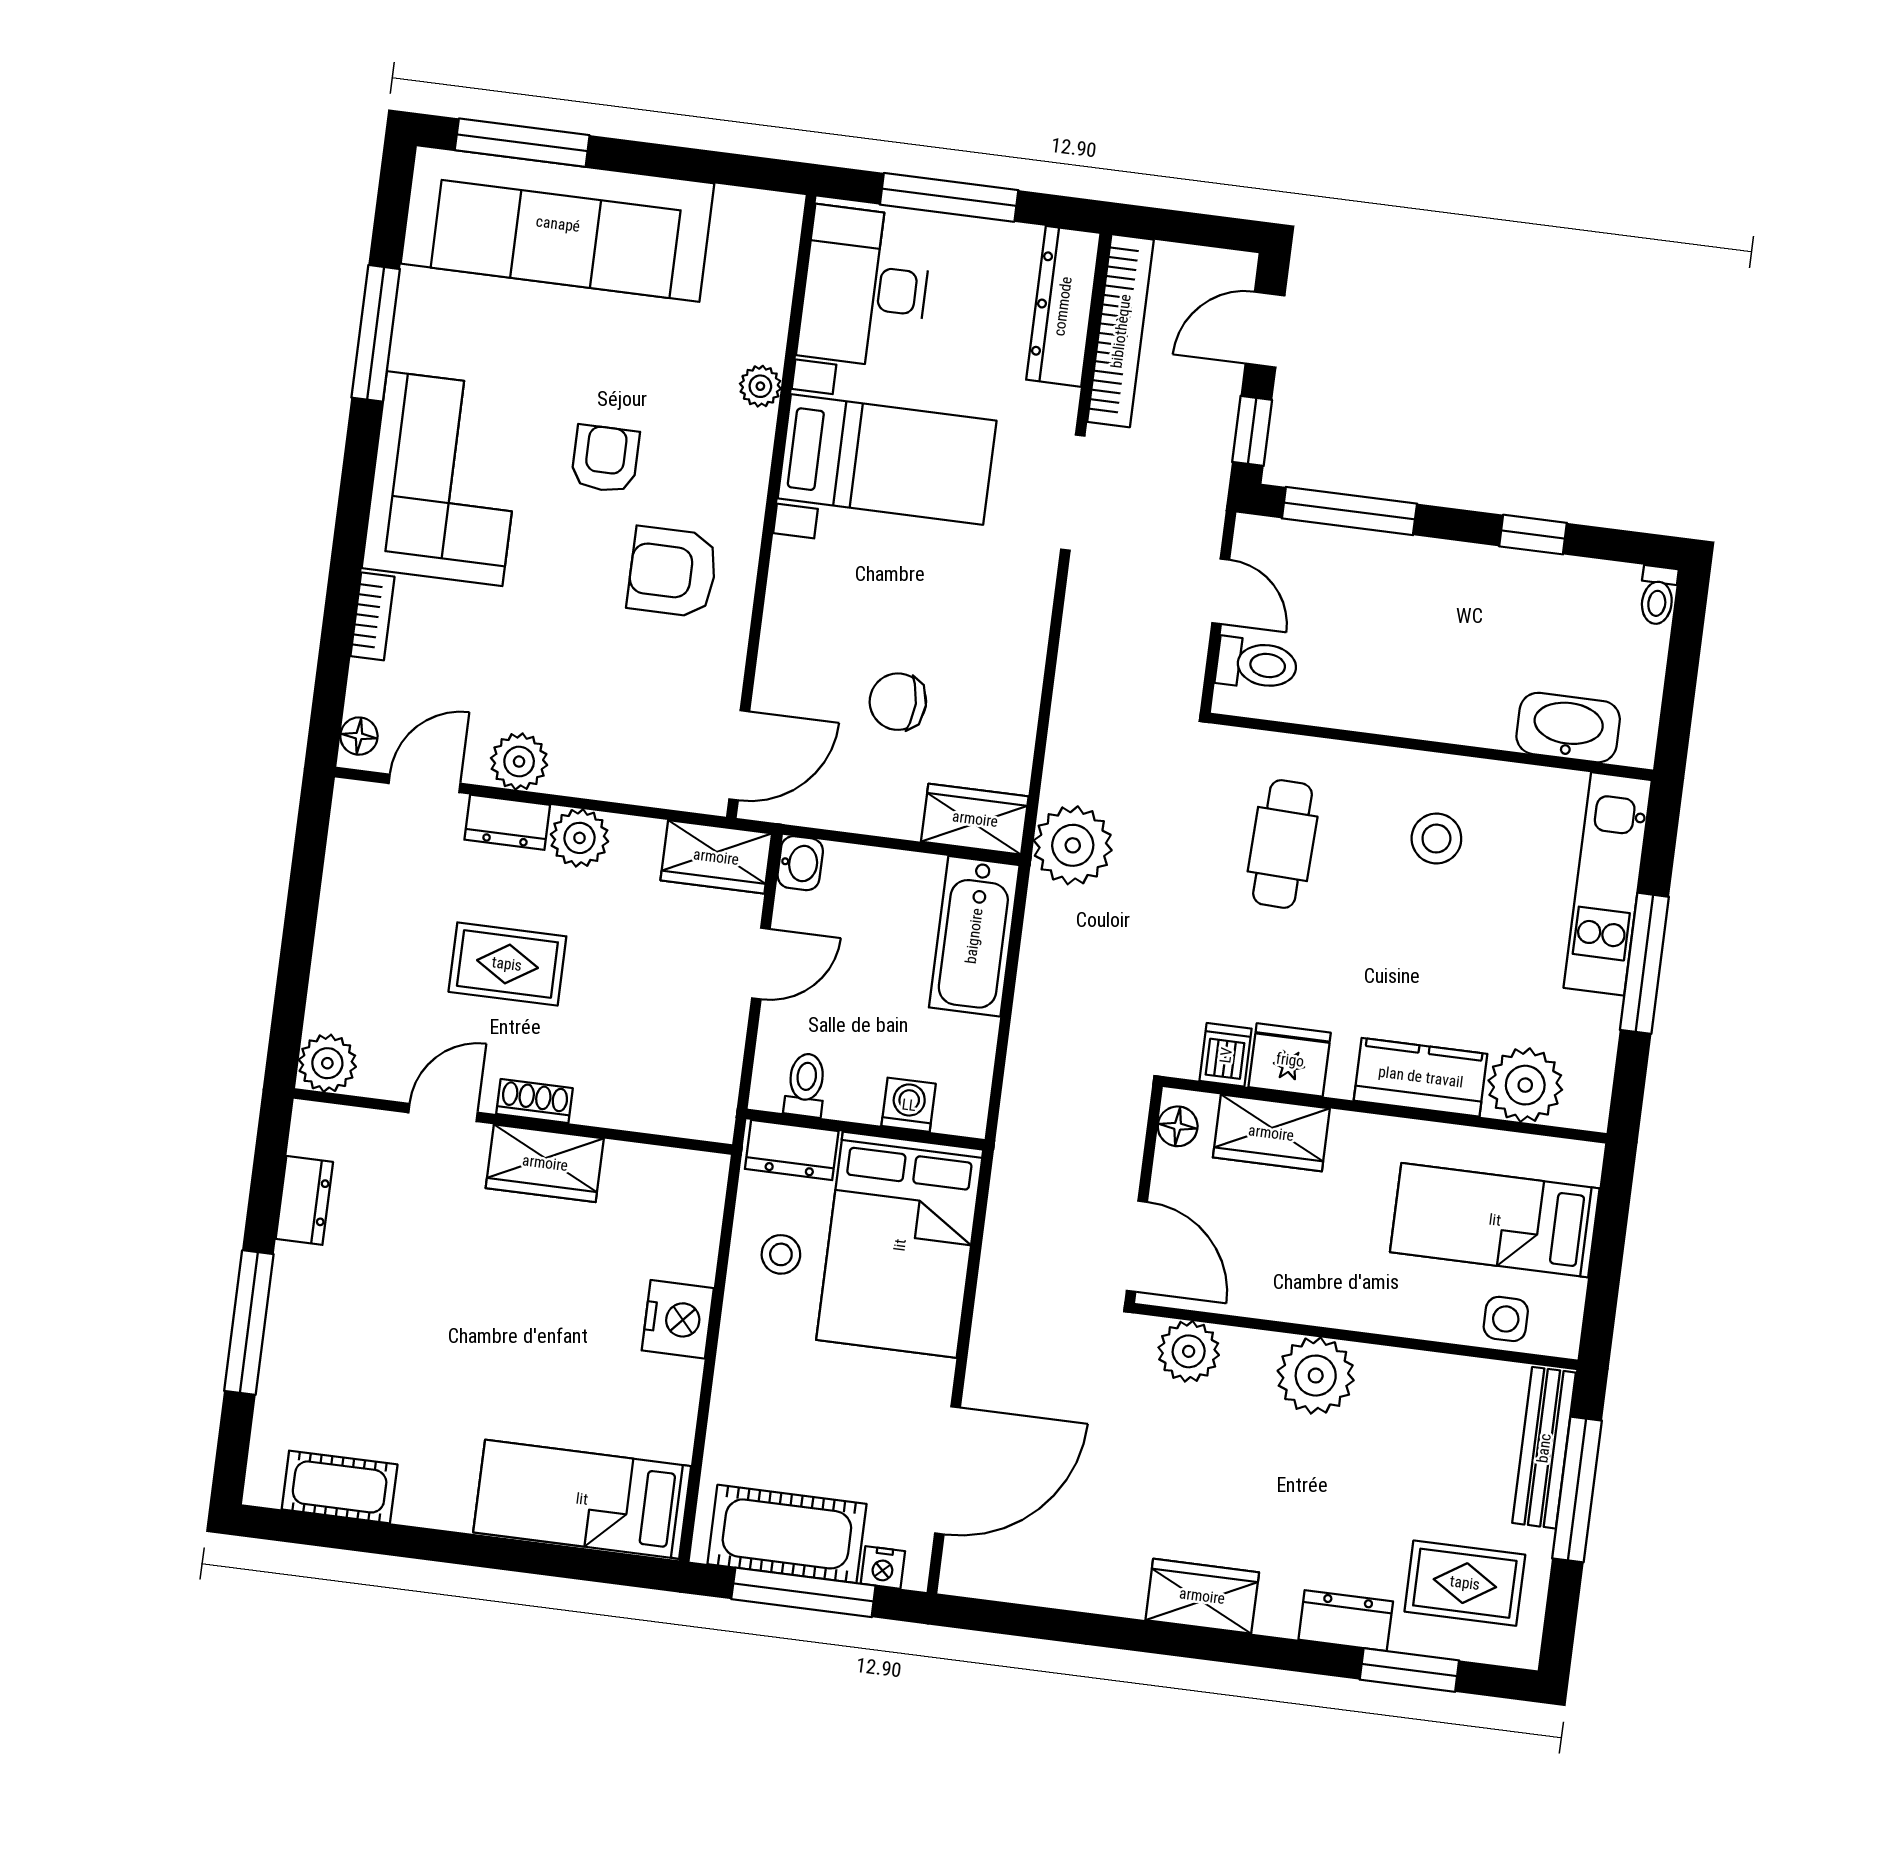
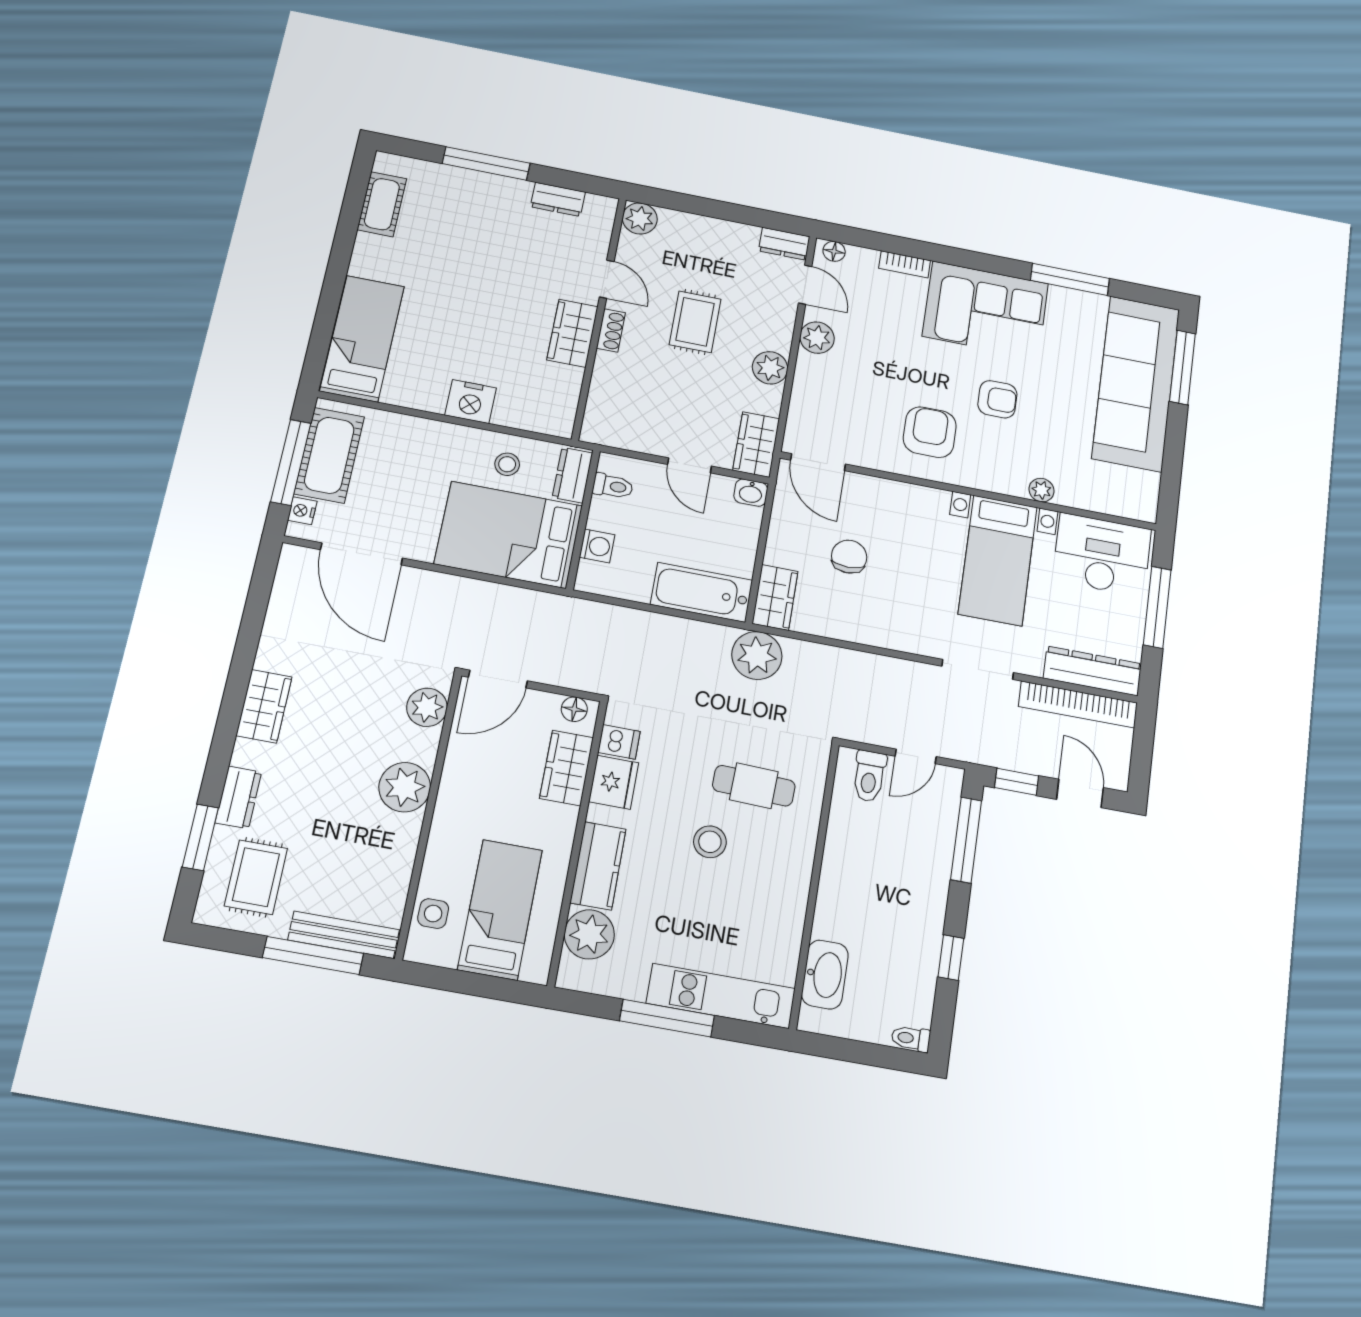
dresser: (507, 822) -> (784, 244), moved, turned -90
stool: (1436, 839) -> (710, 842), moved

